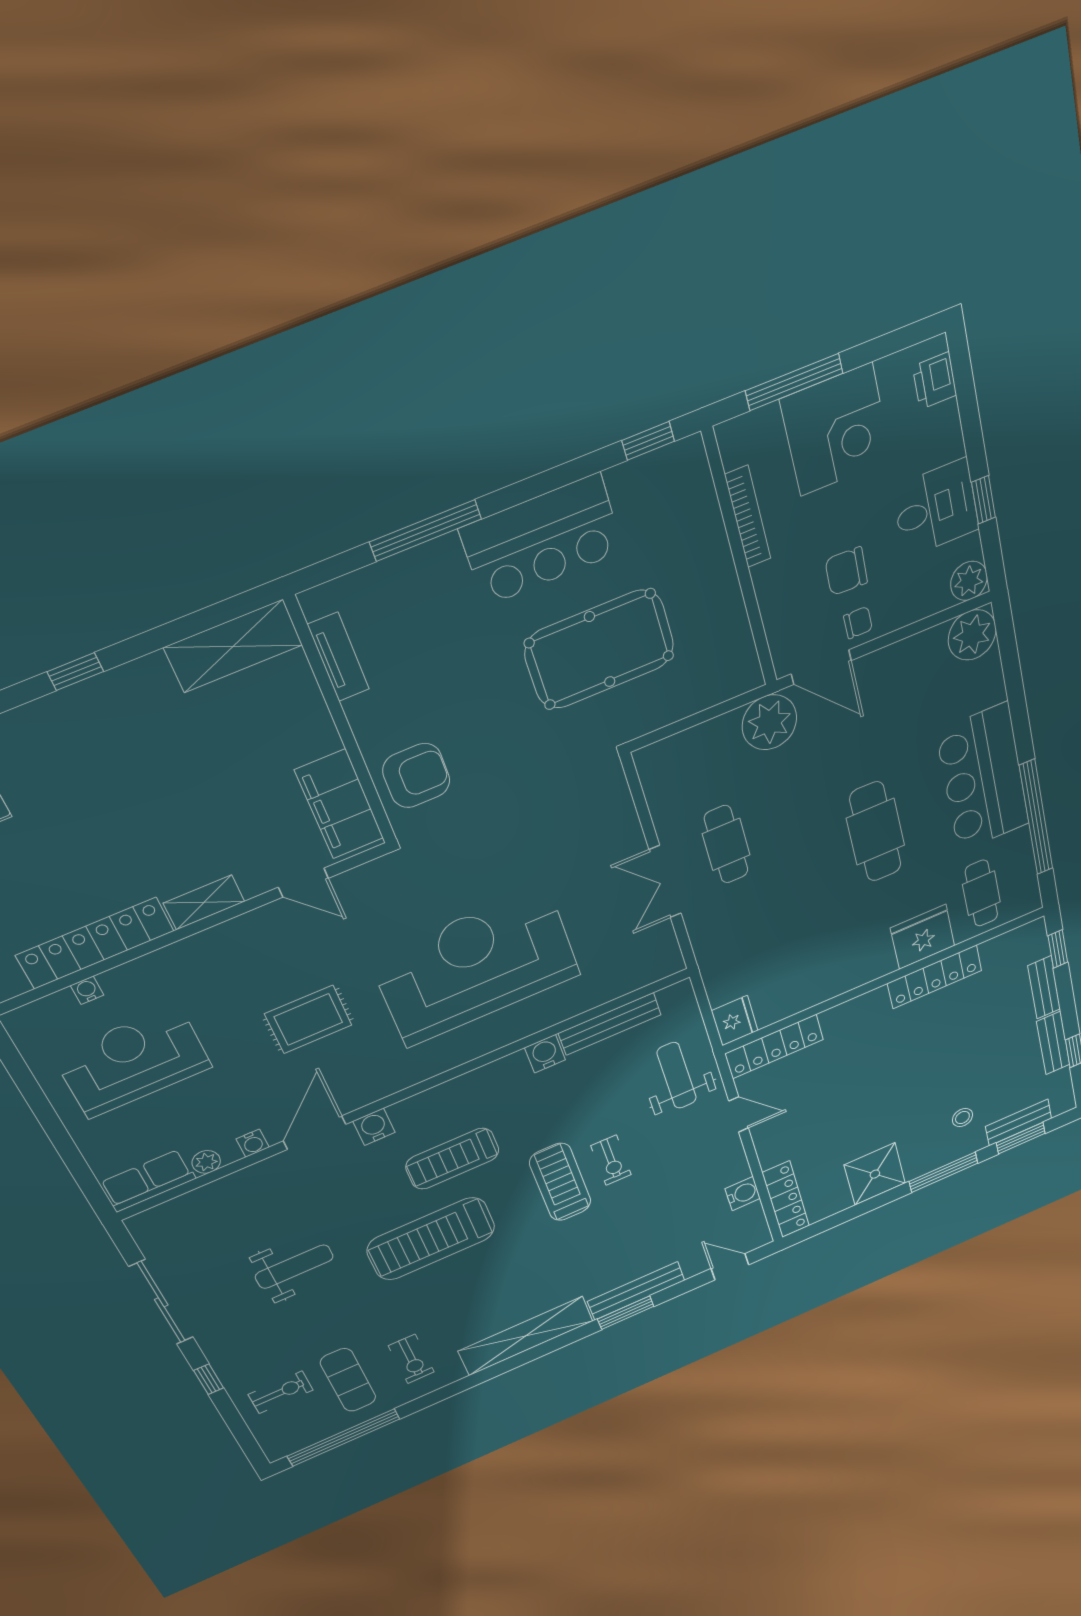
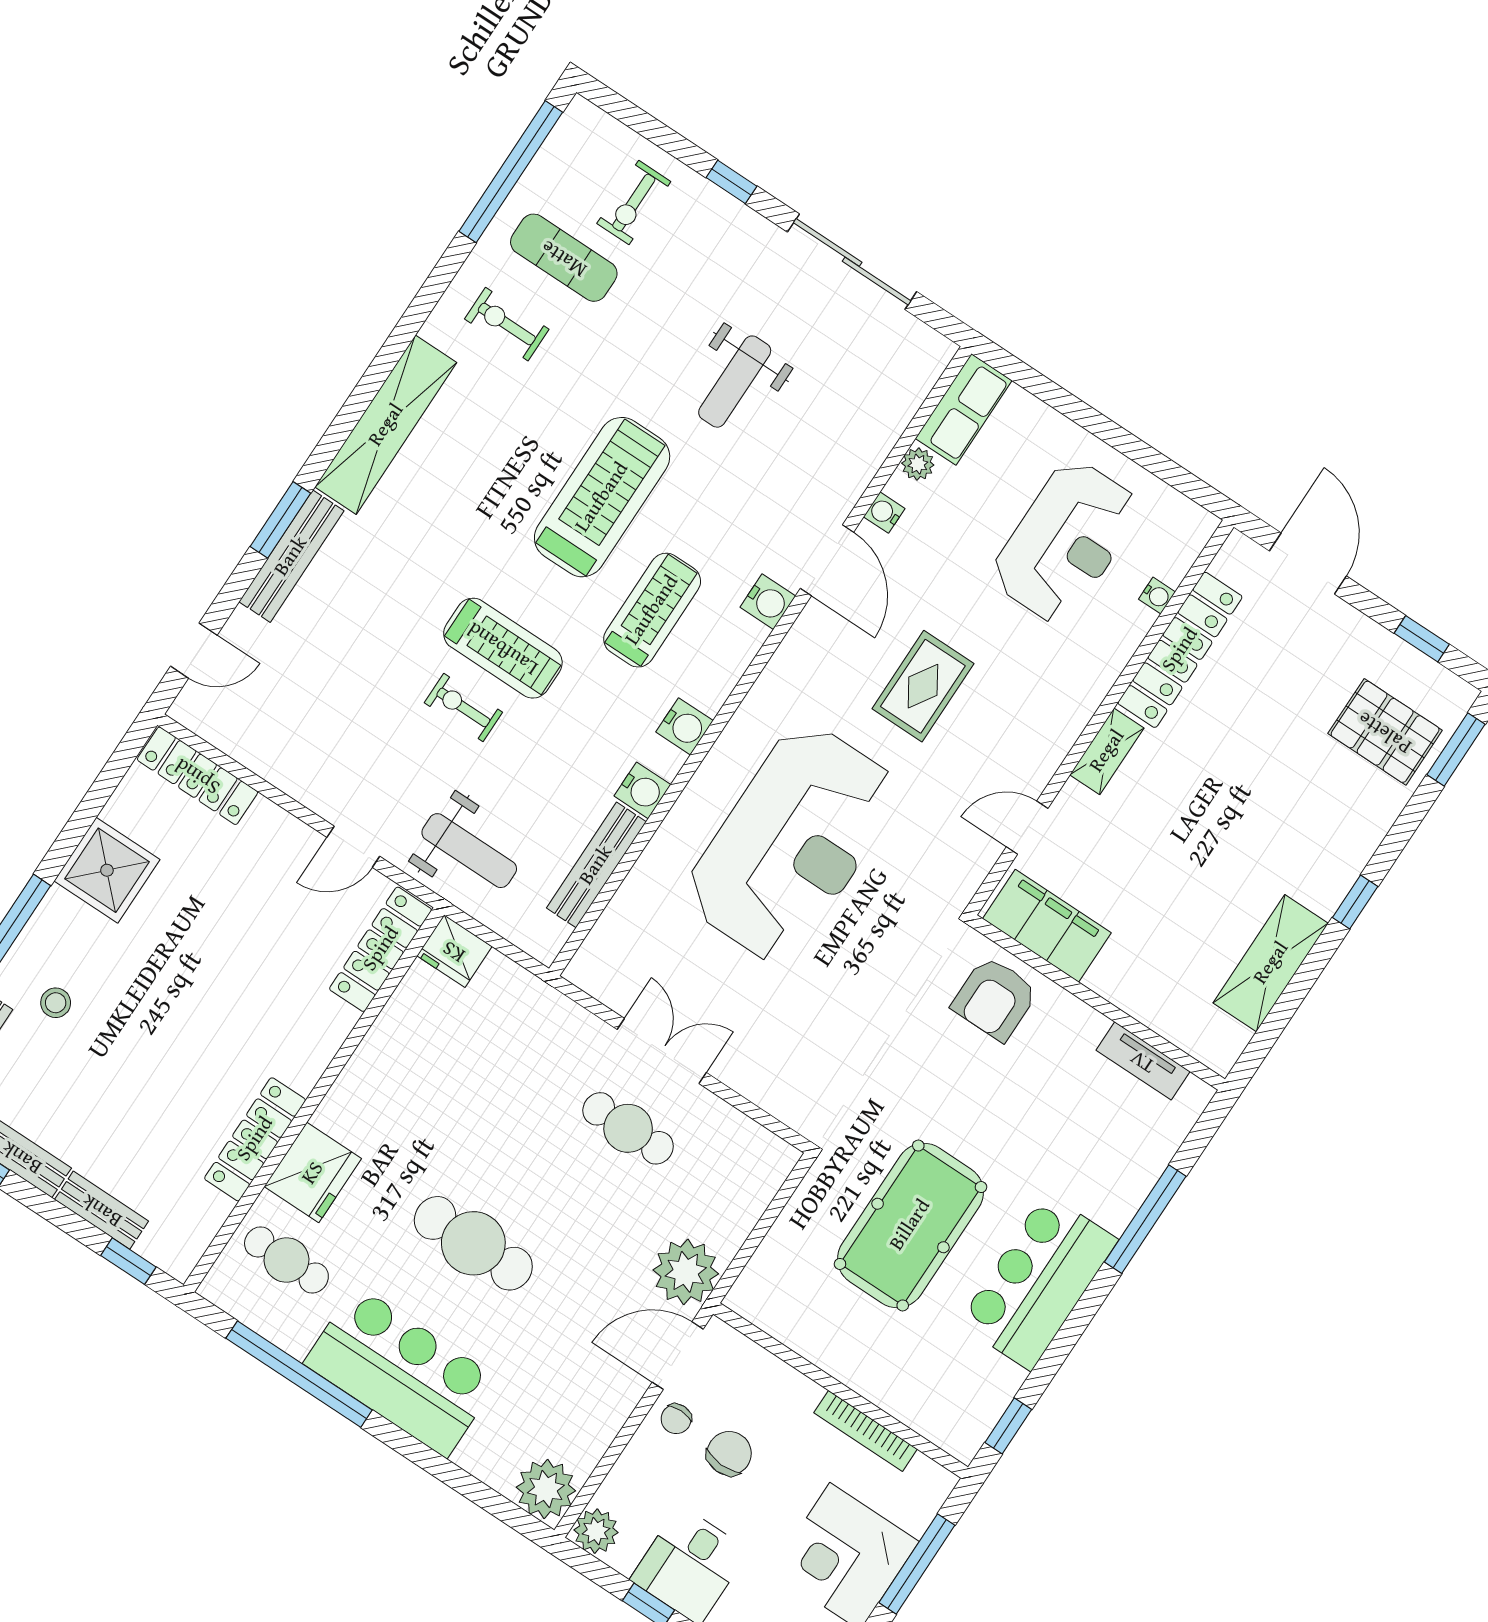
shelving: (233, 646) -> (1271, 963), moved
water cooler: (743, 1194) -> (684, 726), moved, turned -90

